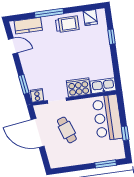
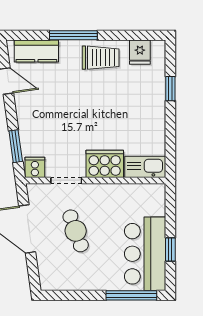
bar counter: (107, 118) -> (145, 254), moved
window: (106, 164) -> (131, 295), width x1.44

